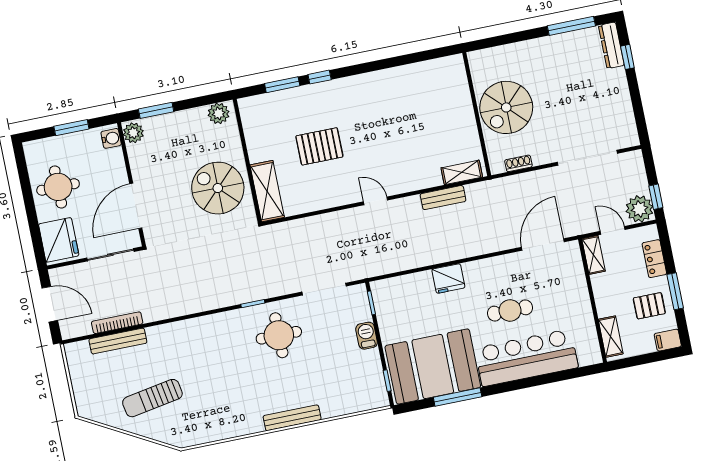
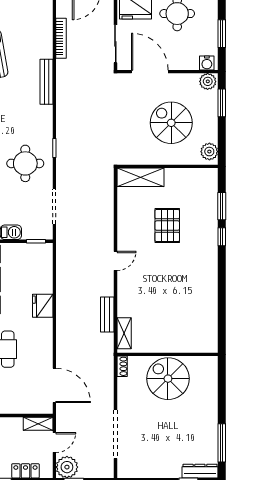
shoe rack: (518, 163) -> (122, 366), moved
spiral stairs: (218, 188) -> (171, 123), moved, turned -90
bench: (118, 341) -> (46, 82), moved

